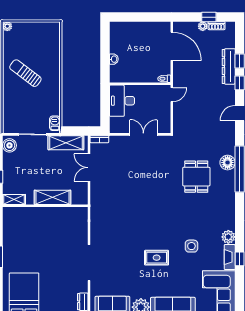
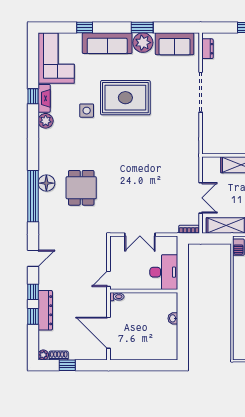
plant: (203, 26) -> (43, 355), moved
floor lamp: (228, 163) -> (46, 183), moved
rug: (157, 258) -> (125, 98), width x1.86, depth x2.06

